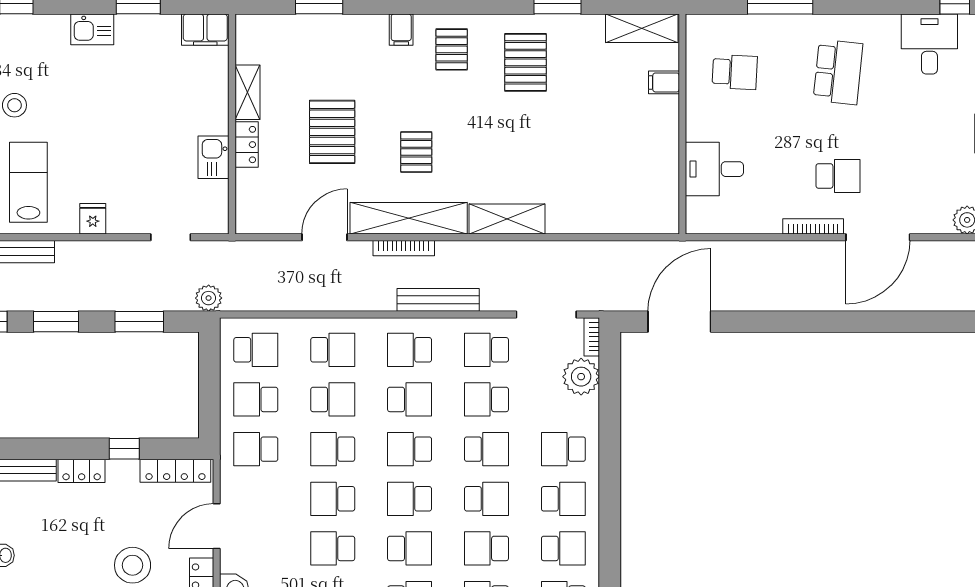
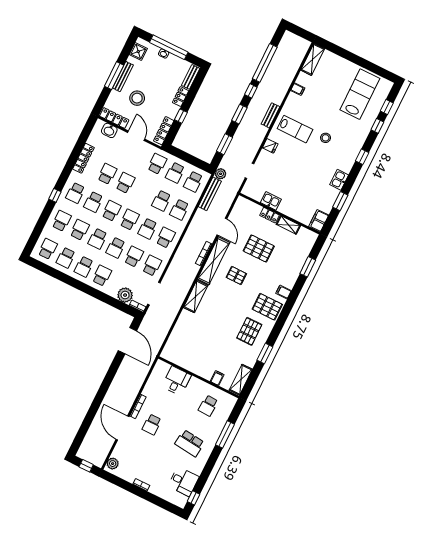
pallet: (452, 49) -> (267, 307), width x1.50, depth x1.42
pallet: (526, 62) -> (249, 331), turned 90
bench: (438, 300) -> (210, 194), moved
school desk: (256, 399) -> (175, 173), turned 180
school desk: (333, 449) -> (143, 192), removed

